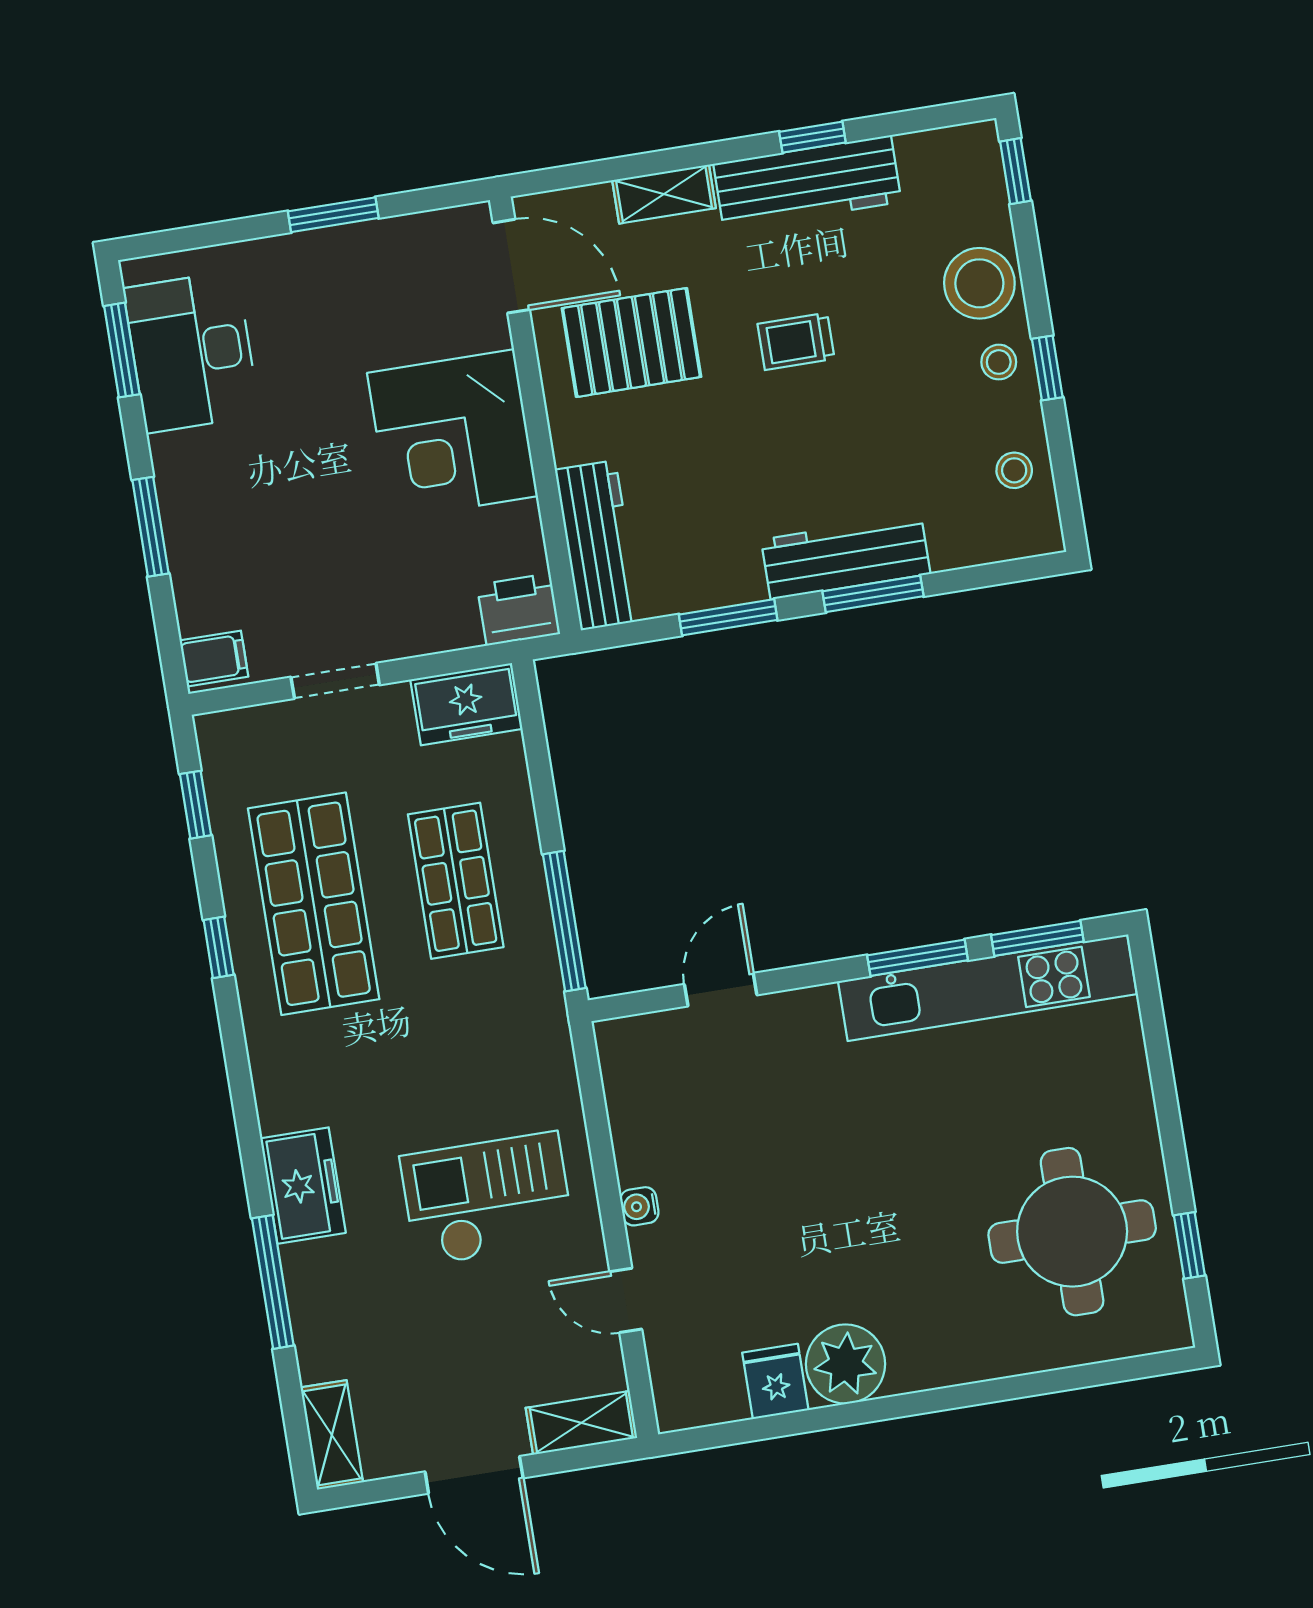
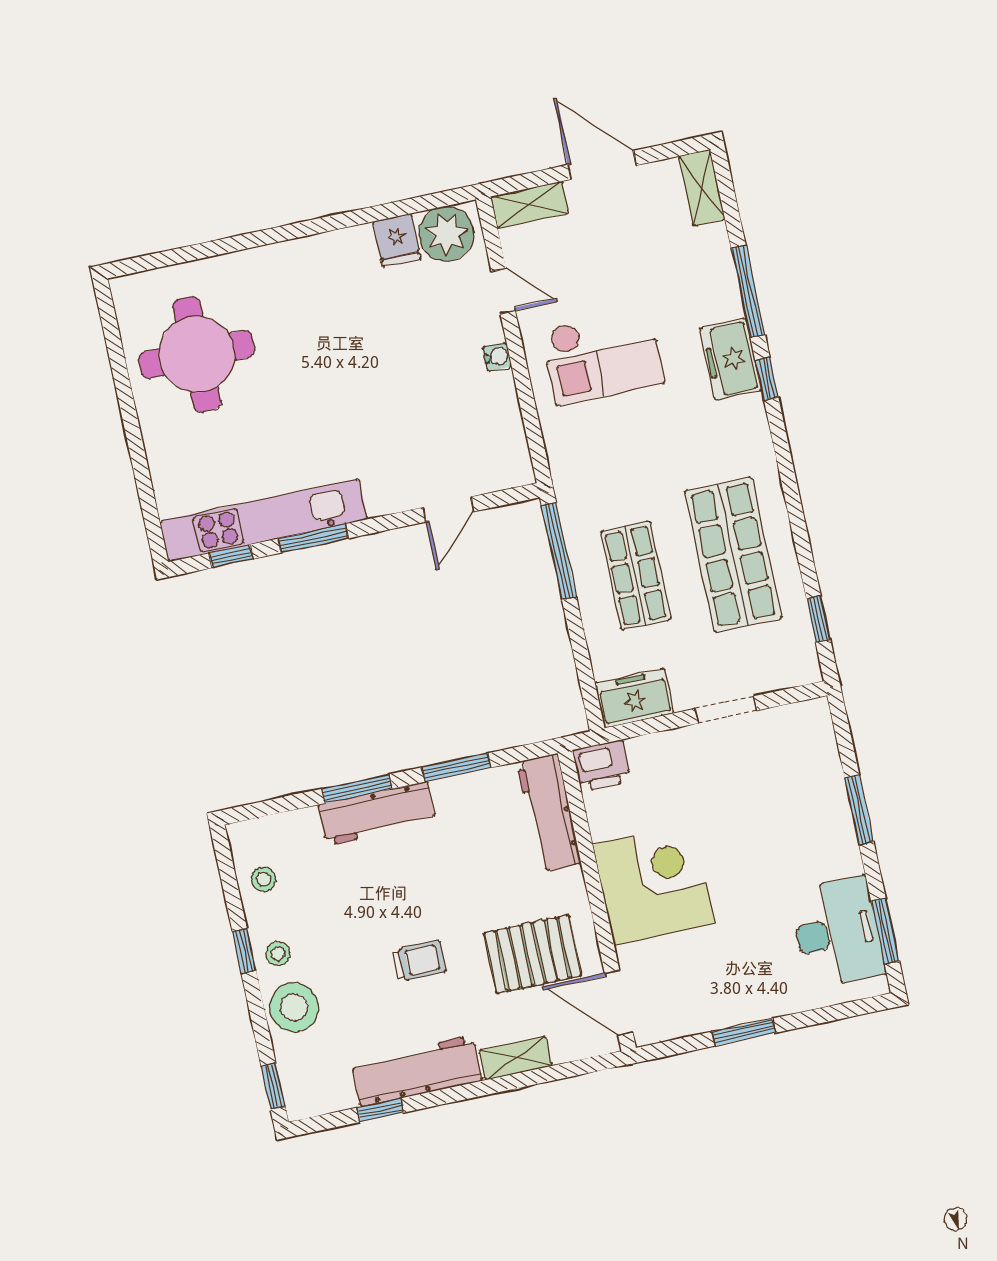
window: (812, 137) -> (380, 1110), moved
filing cabinet: (214, 659) -> (811, 721), removed
window: (1037, 938) -> (231, 556), width x0.67
window: (219, 947) -> (767, 379), moved
window: (1189, 1245) -> (115, 349), removed
plant: (846, 1364) -> (447, 234), moved

